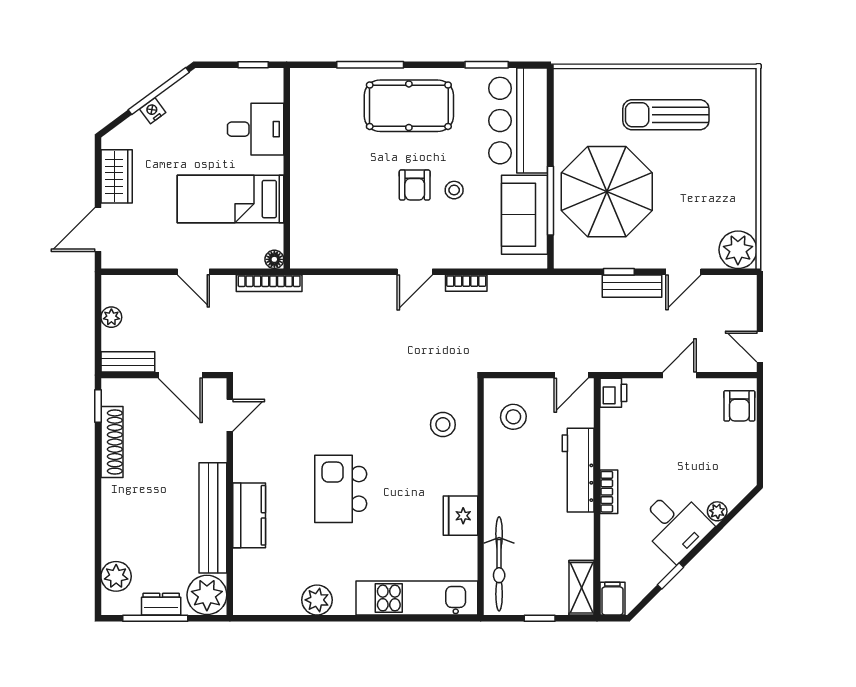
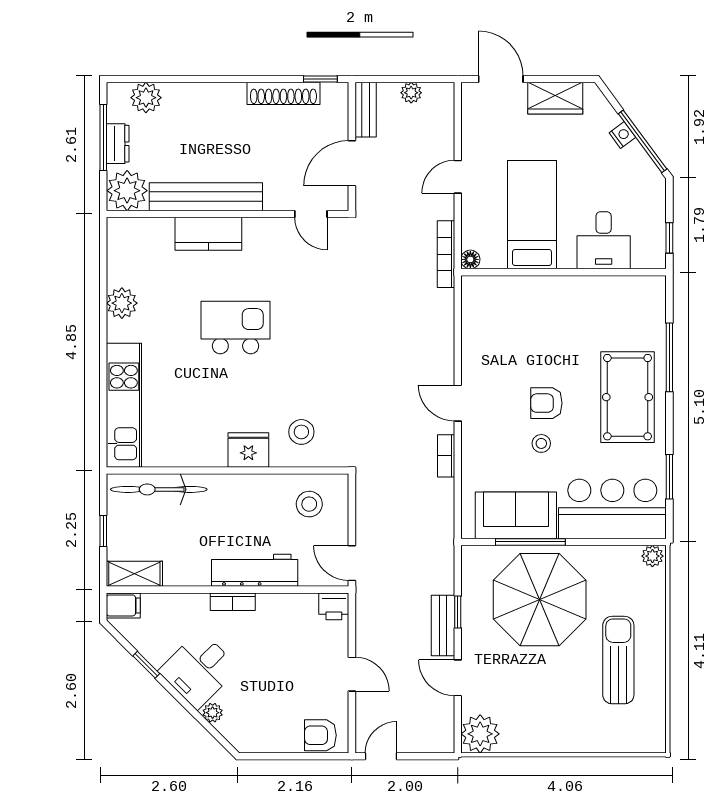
plant: (564, 81) -> (652, 556), added
fridge: (461, 516) -> (248, 450), moved

